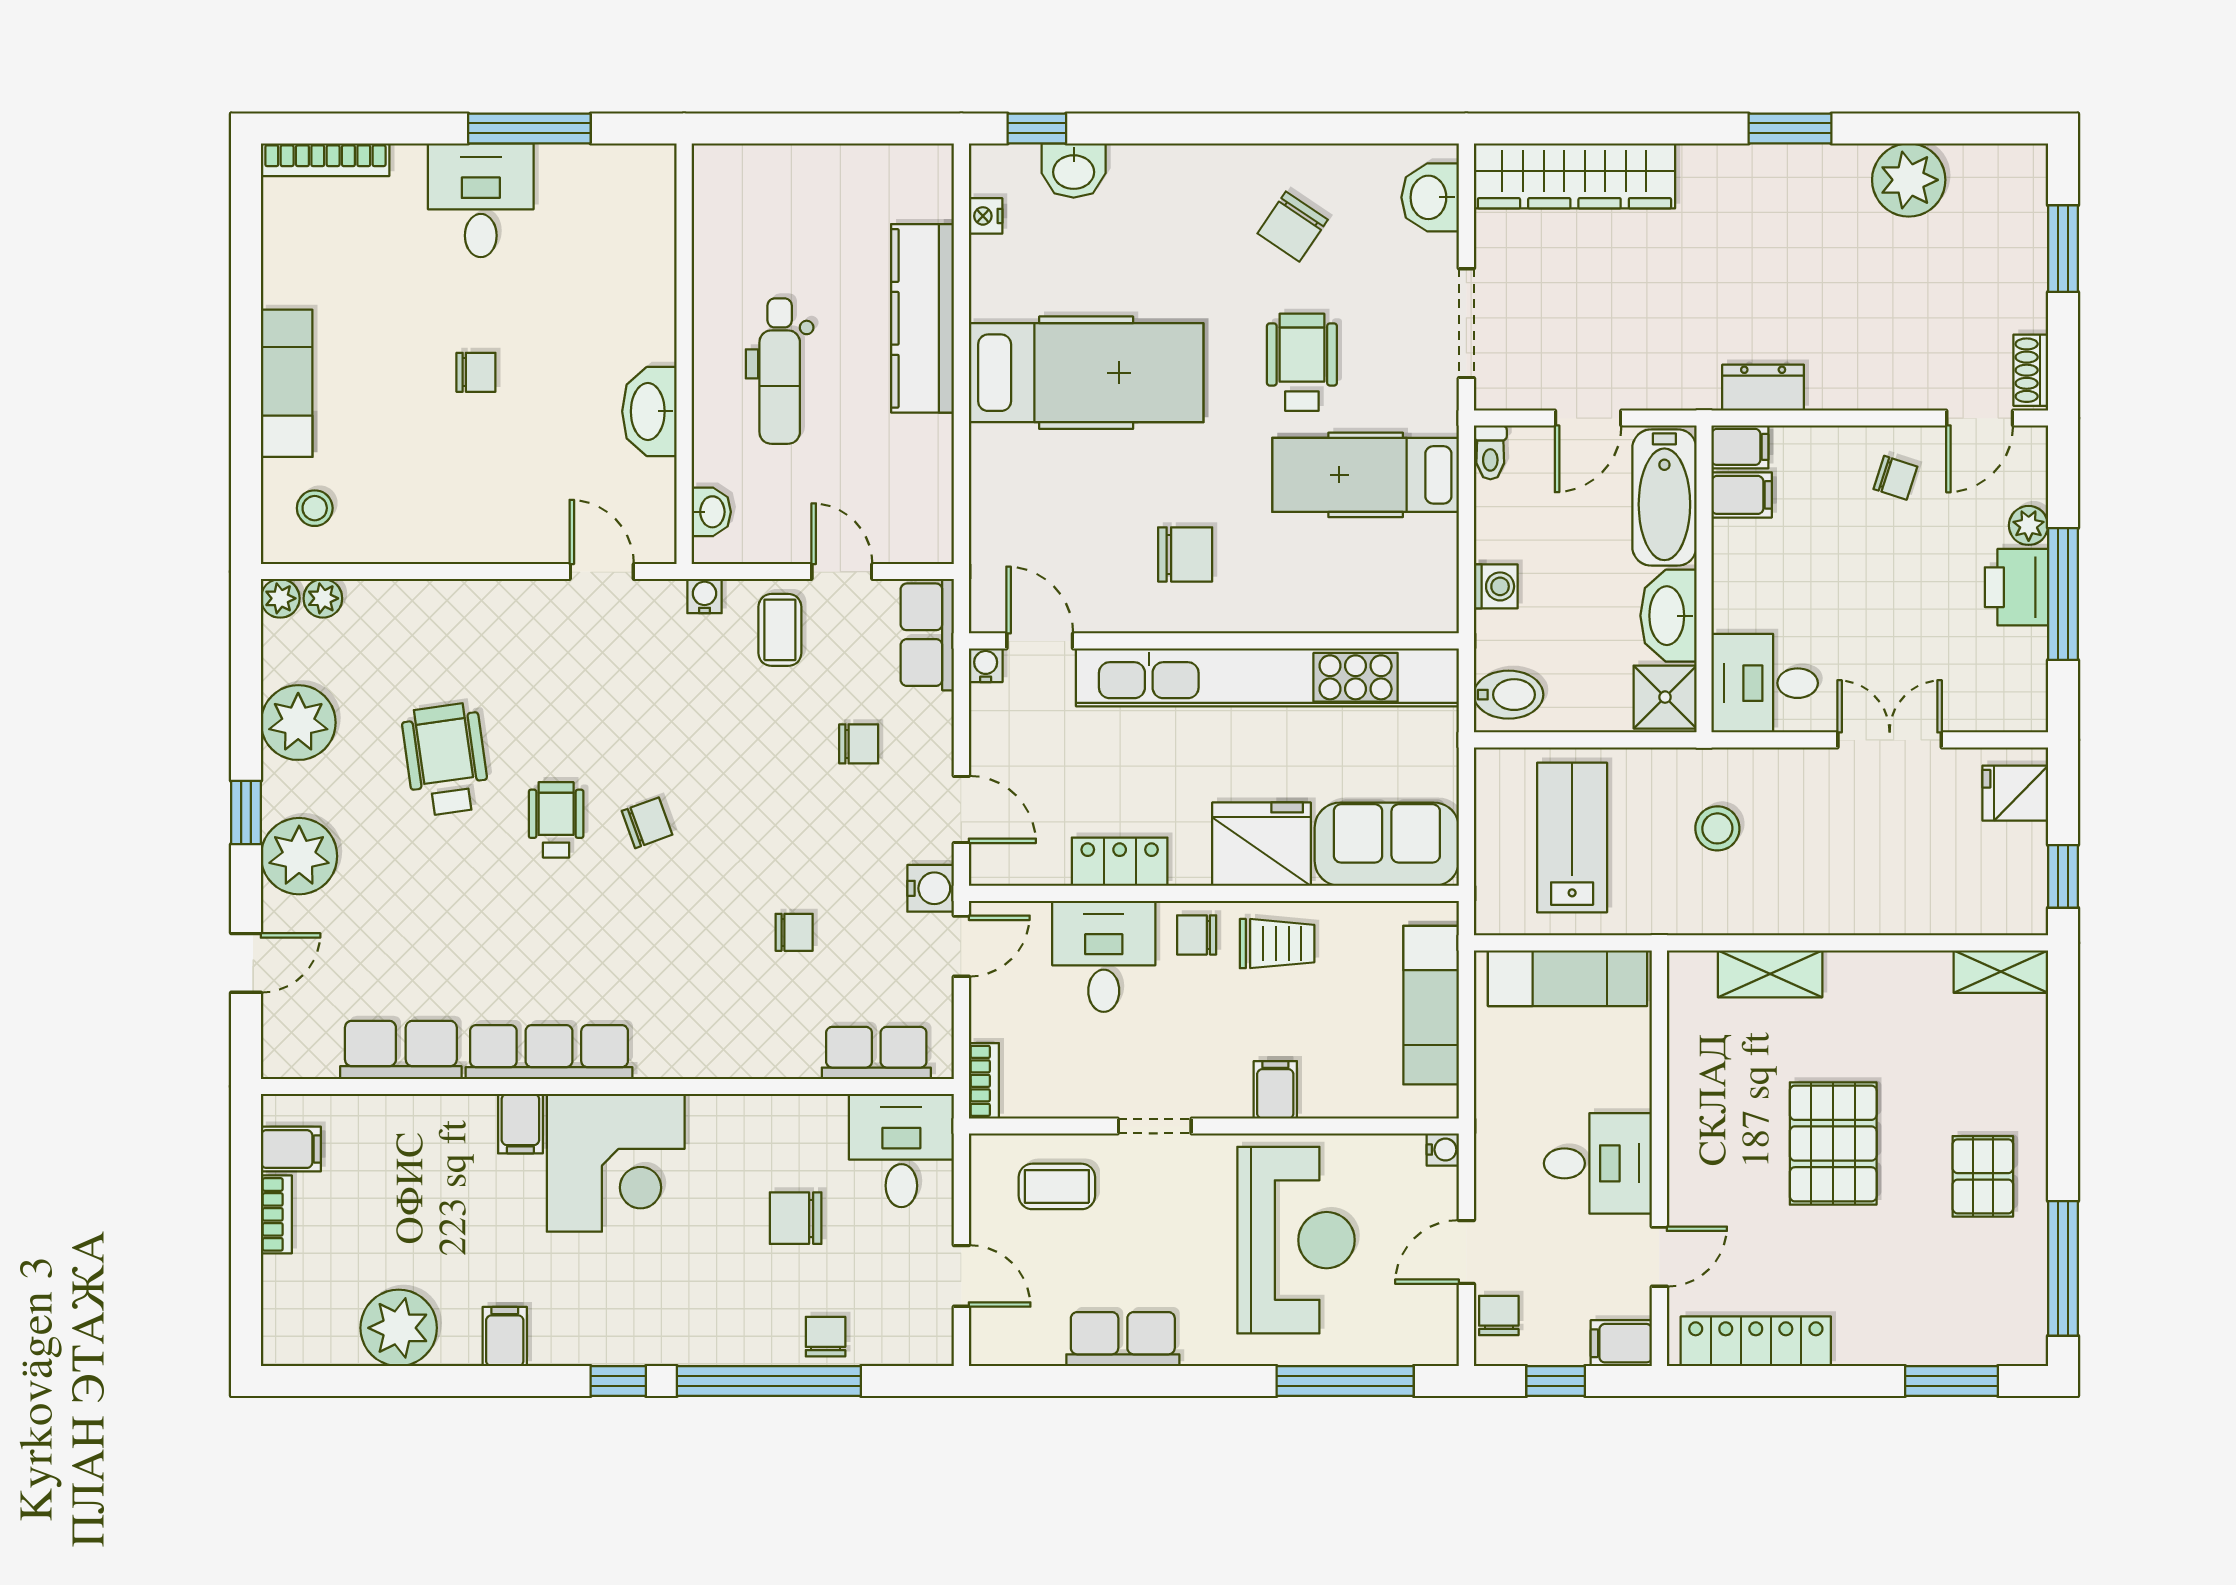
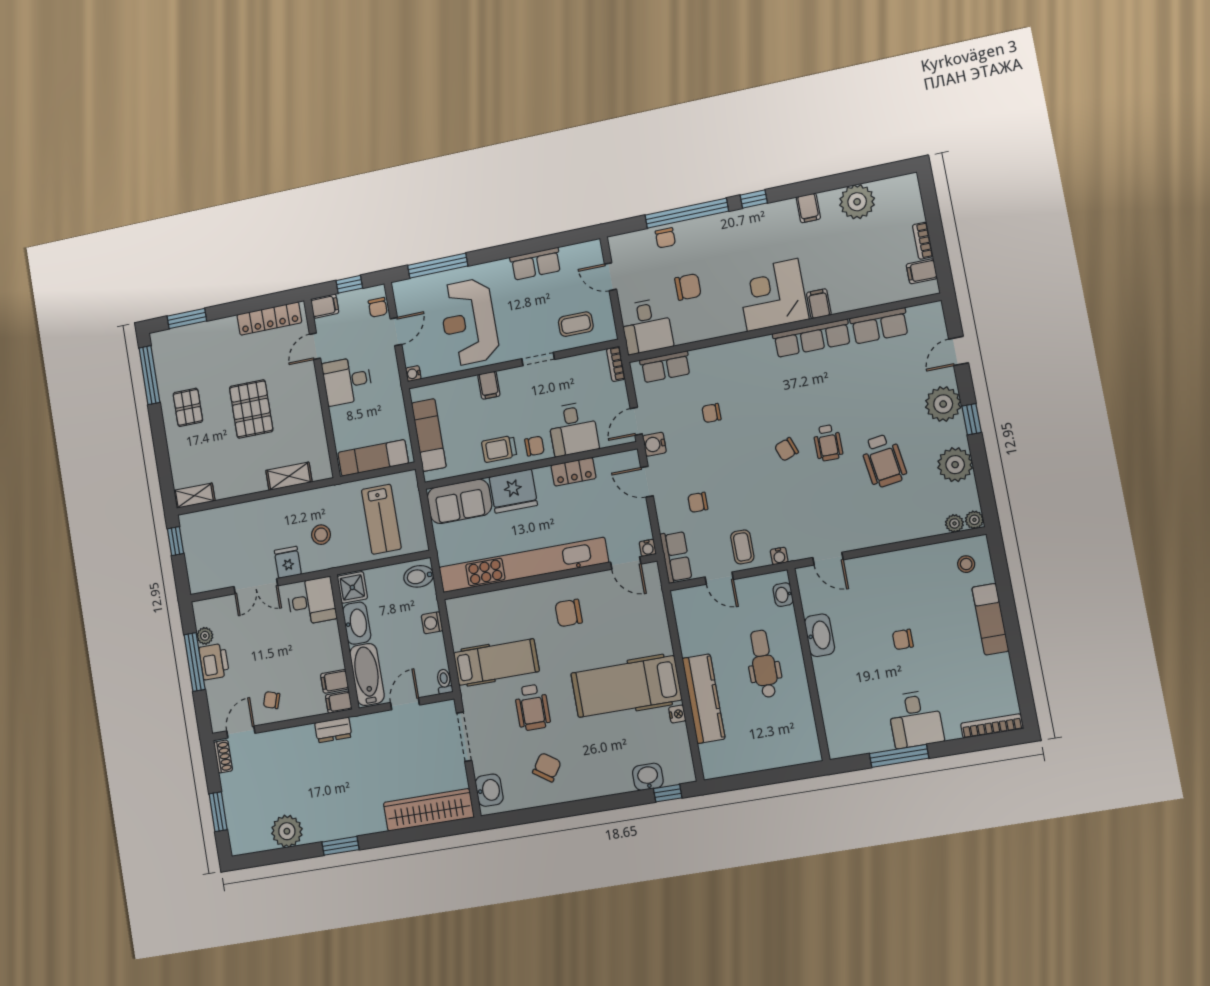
nightstand: (986, 216) -> (677, 714), moved
plant: (2029, 525) -> (205, 636), moved
fridge: (2015, 793) -> (288, 562), moved, turned -90

